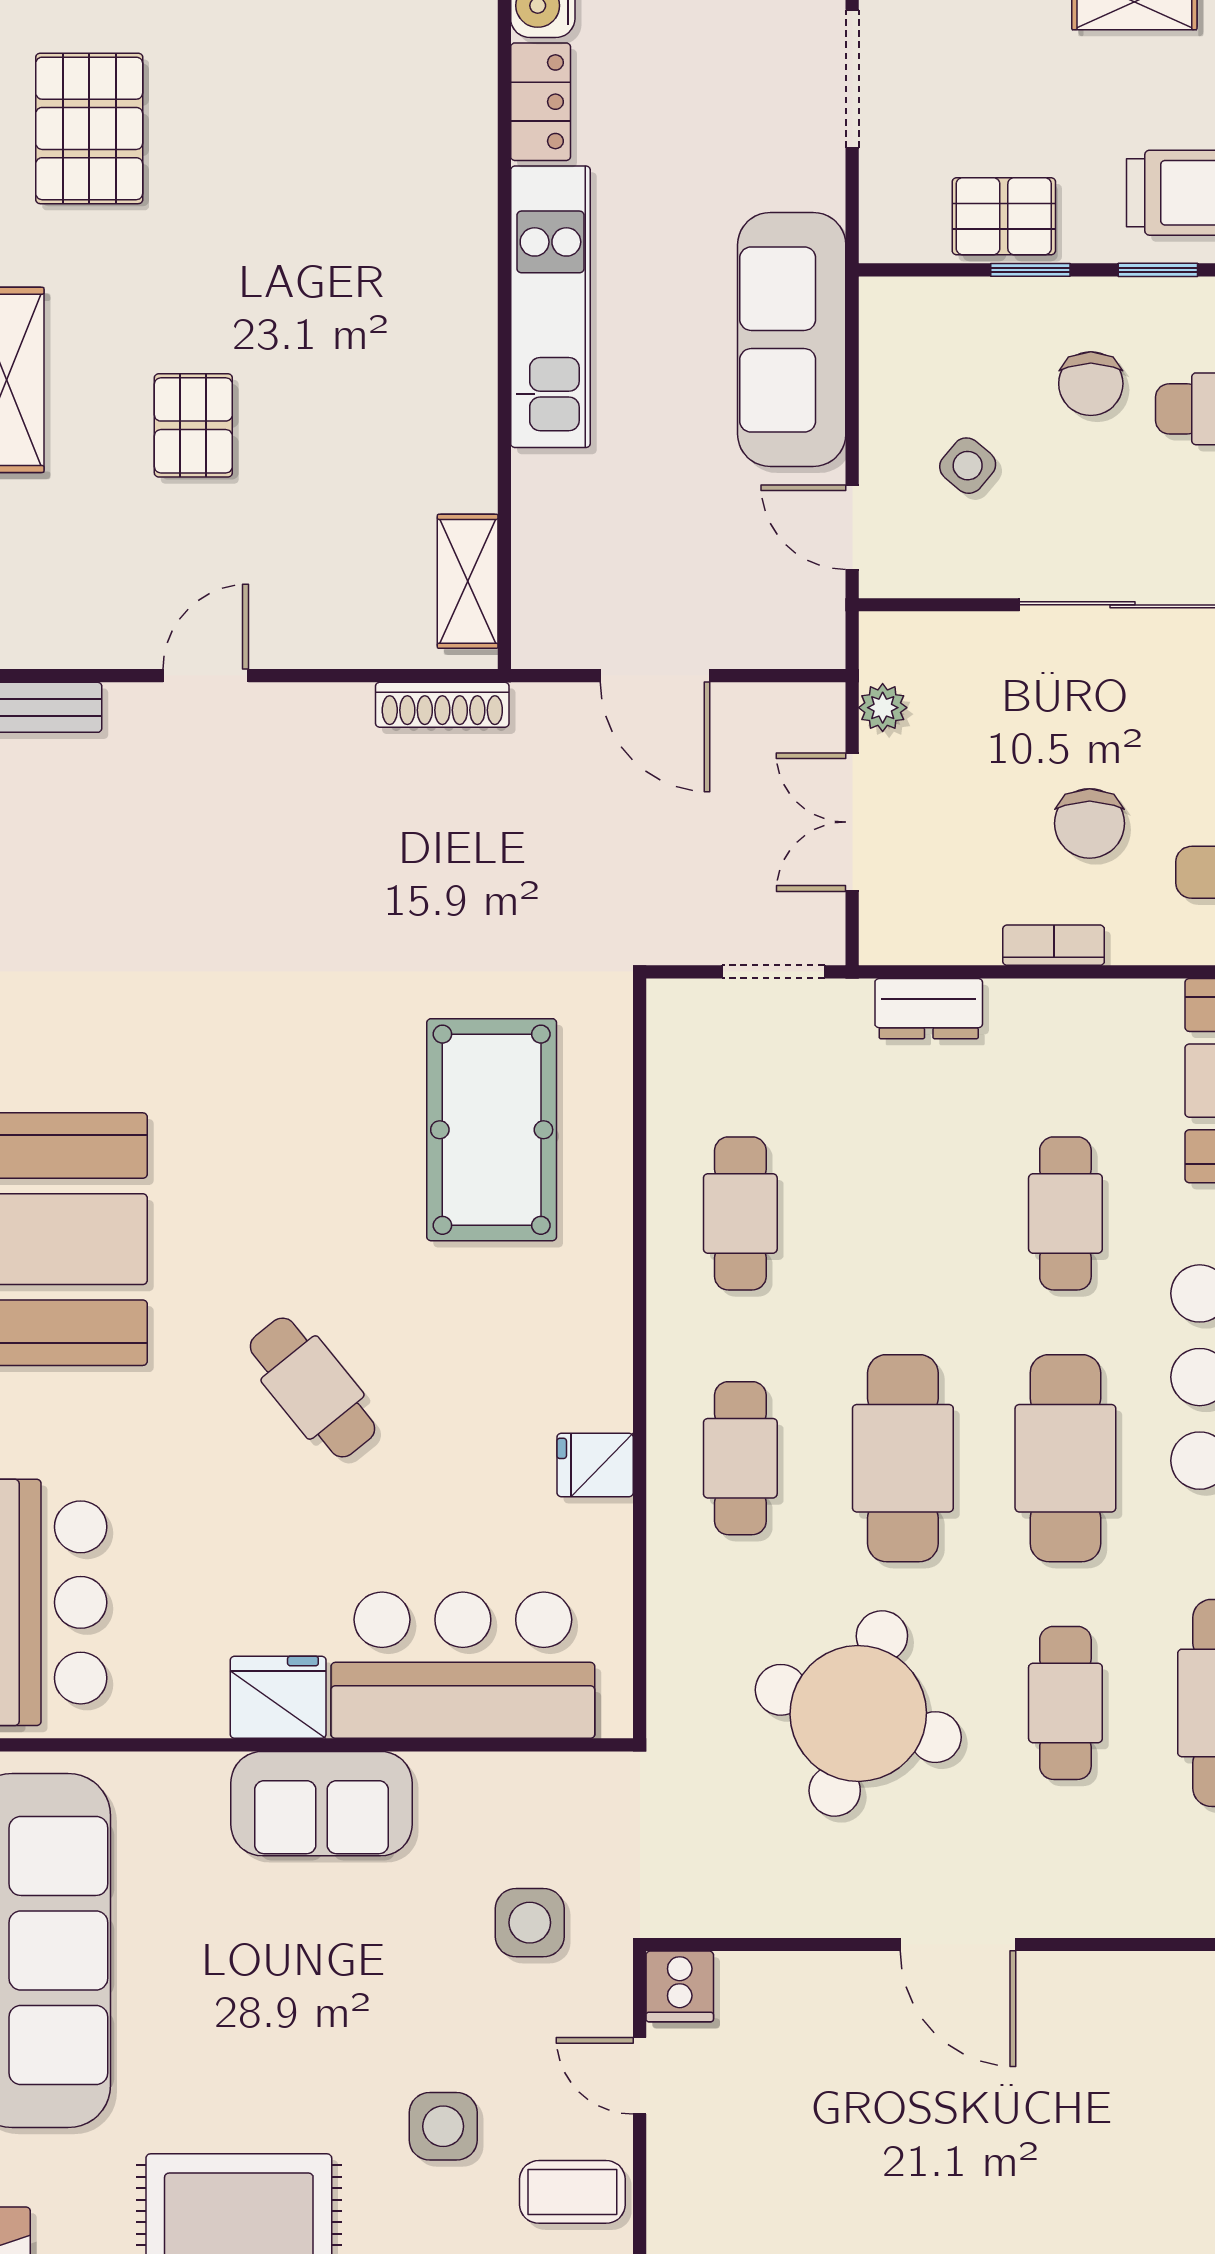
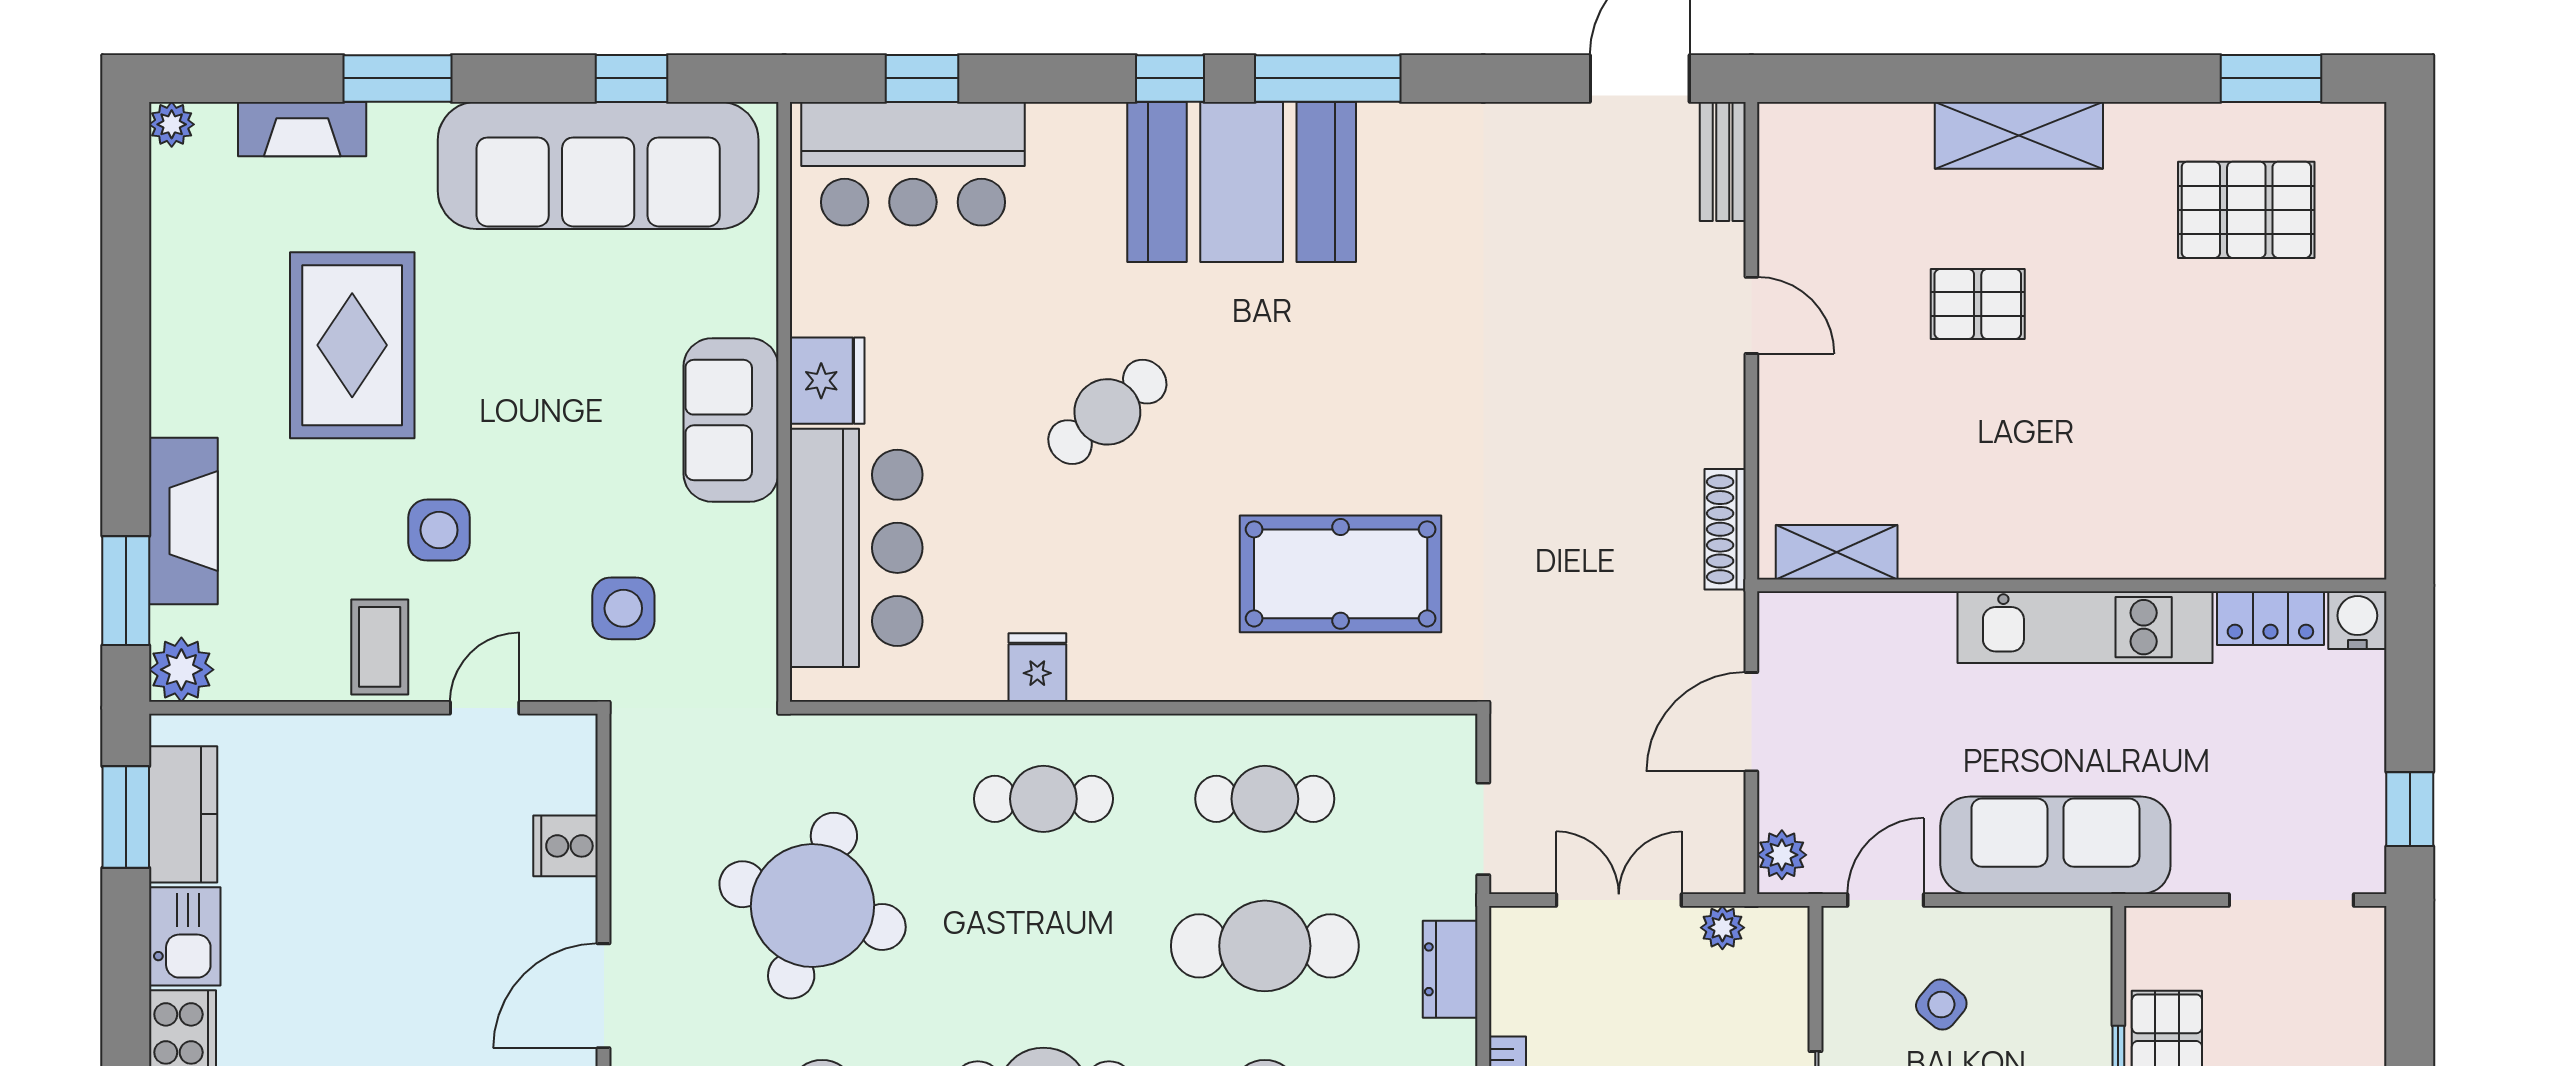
plant: (802, 642) -> (1782, 855), added
cafe table: (903, 1458) -> (1265, 946), moved
cooker: (680, 1986) -> (566, 846), moved

